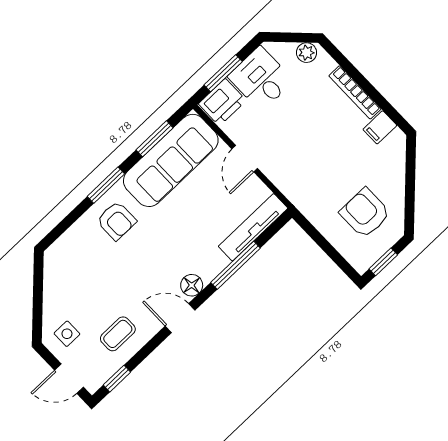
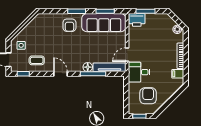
desk: (261, 79) -> (139, 72), moved, turned -90
door: (245, 159) -> (127, 55), moved
floor lamp: (192, 285) -> (88, 67), moved

